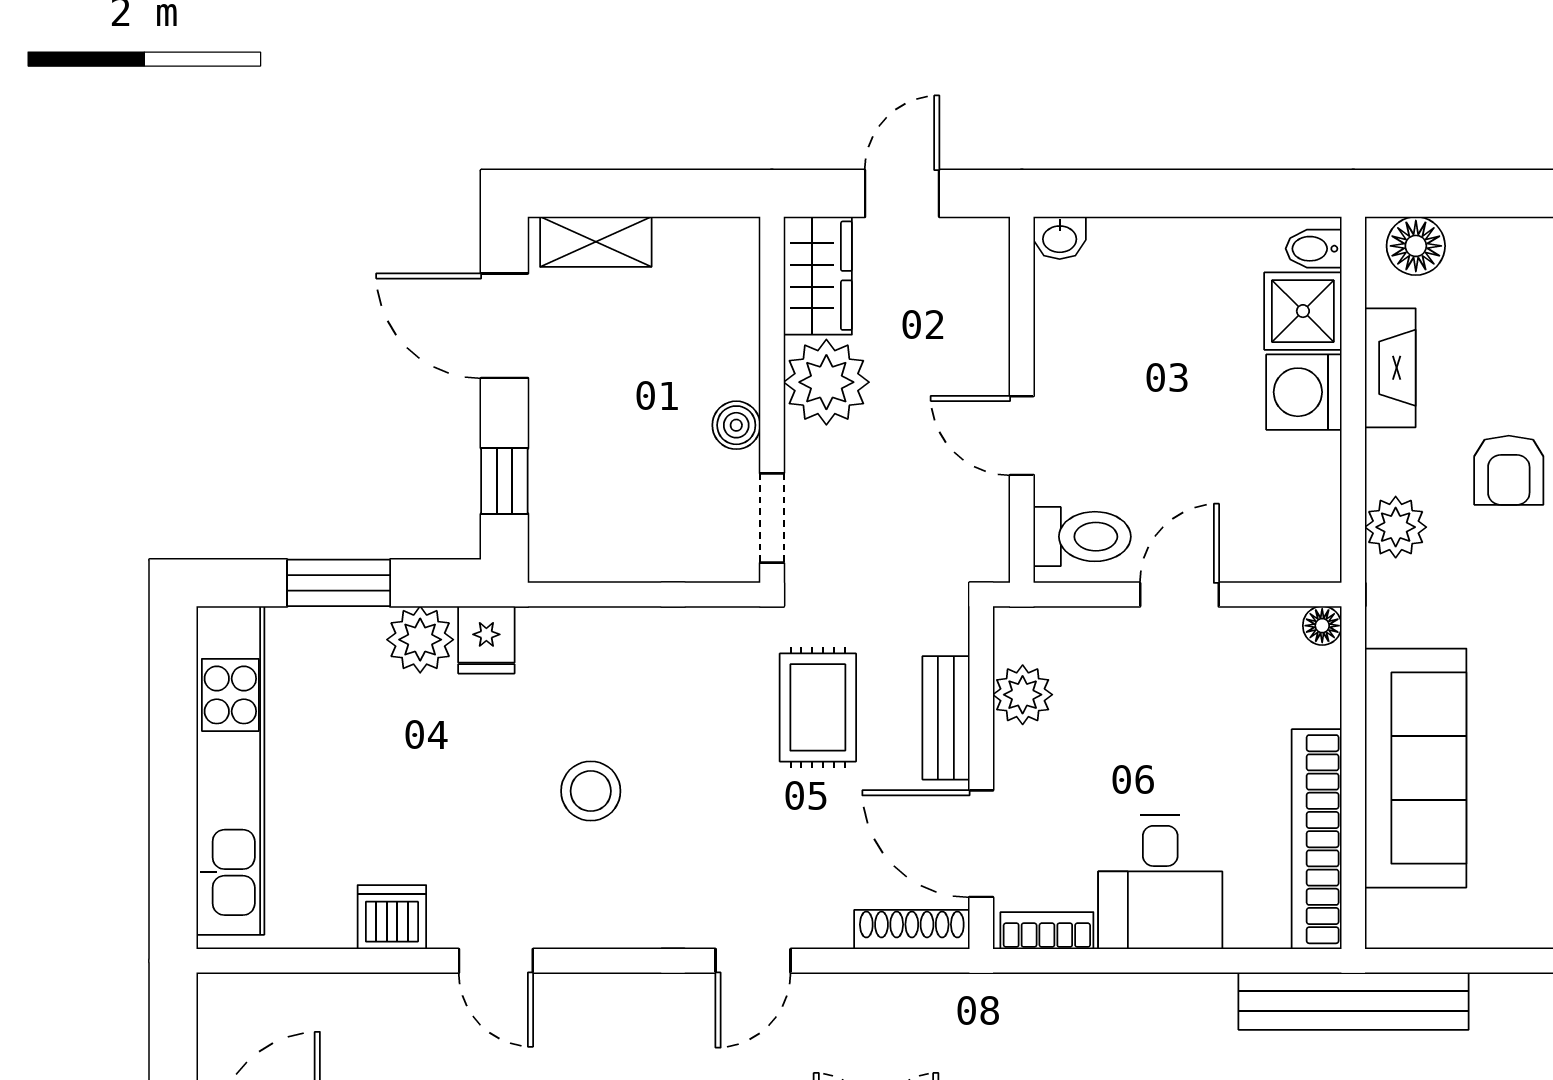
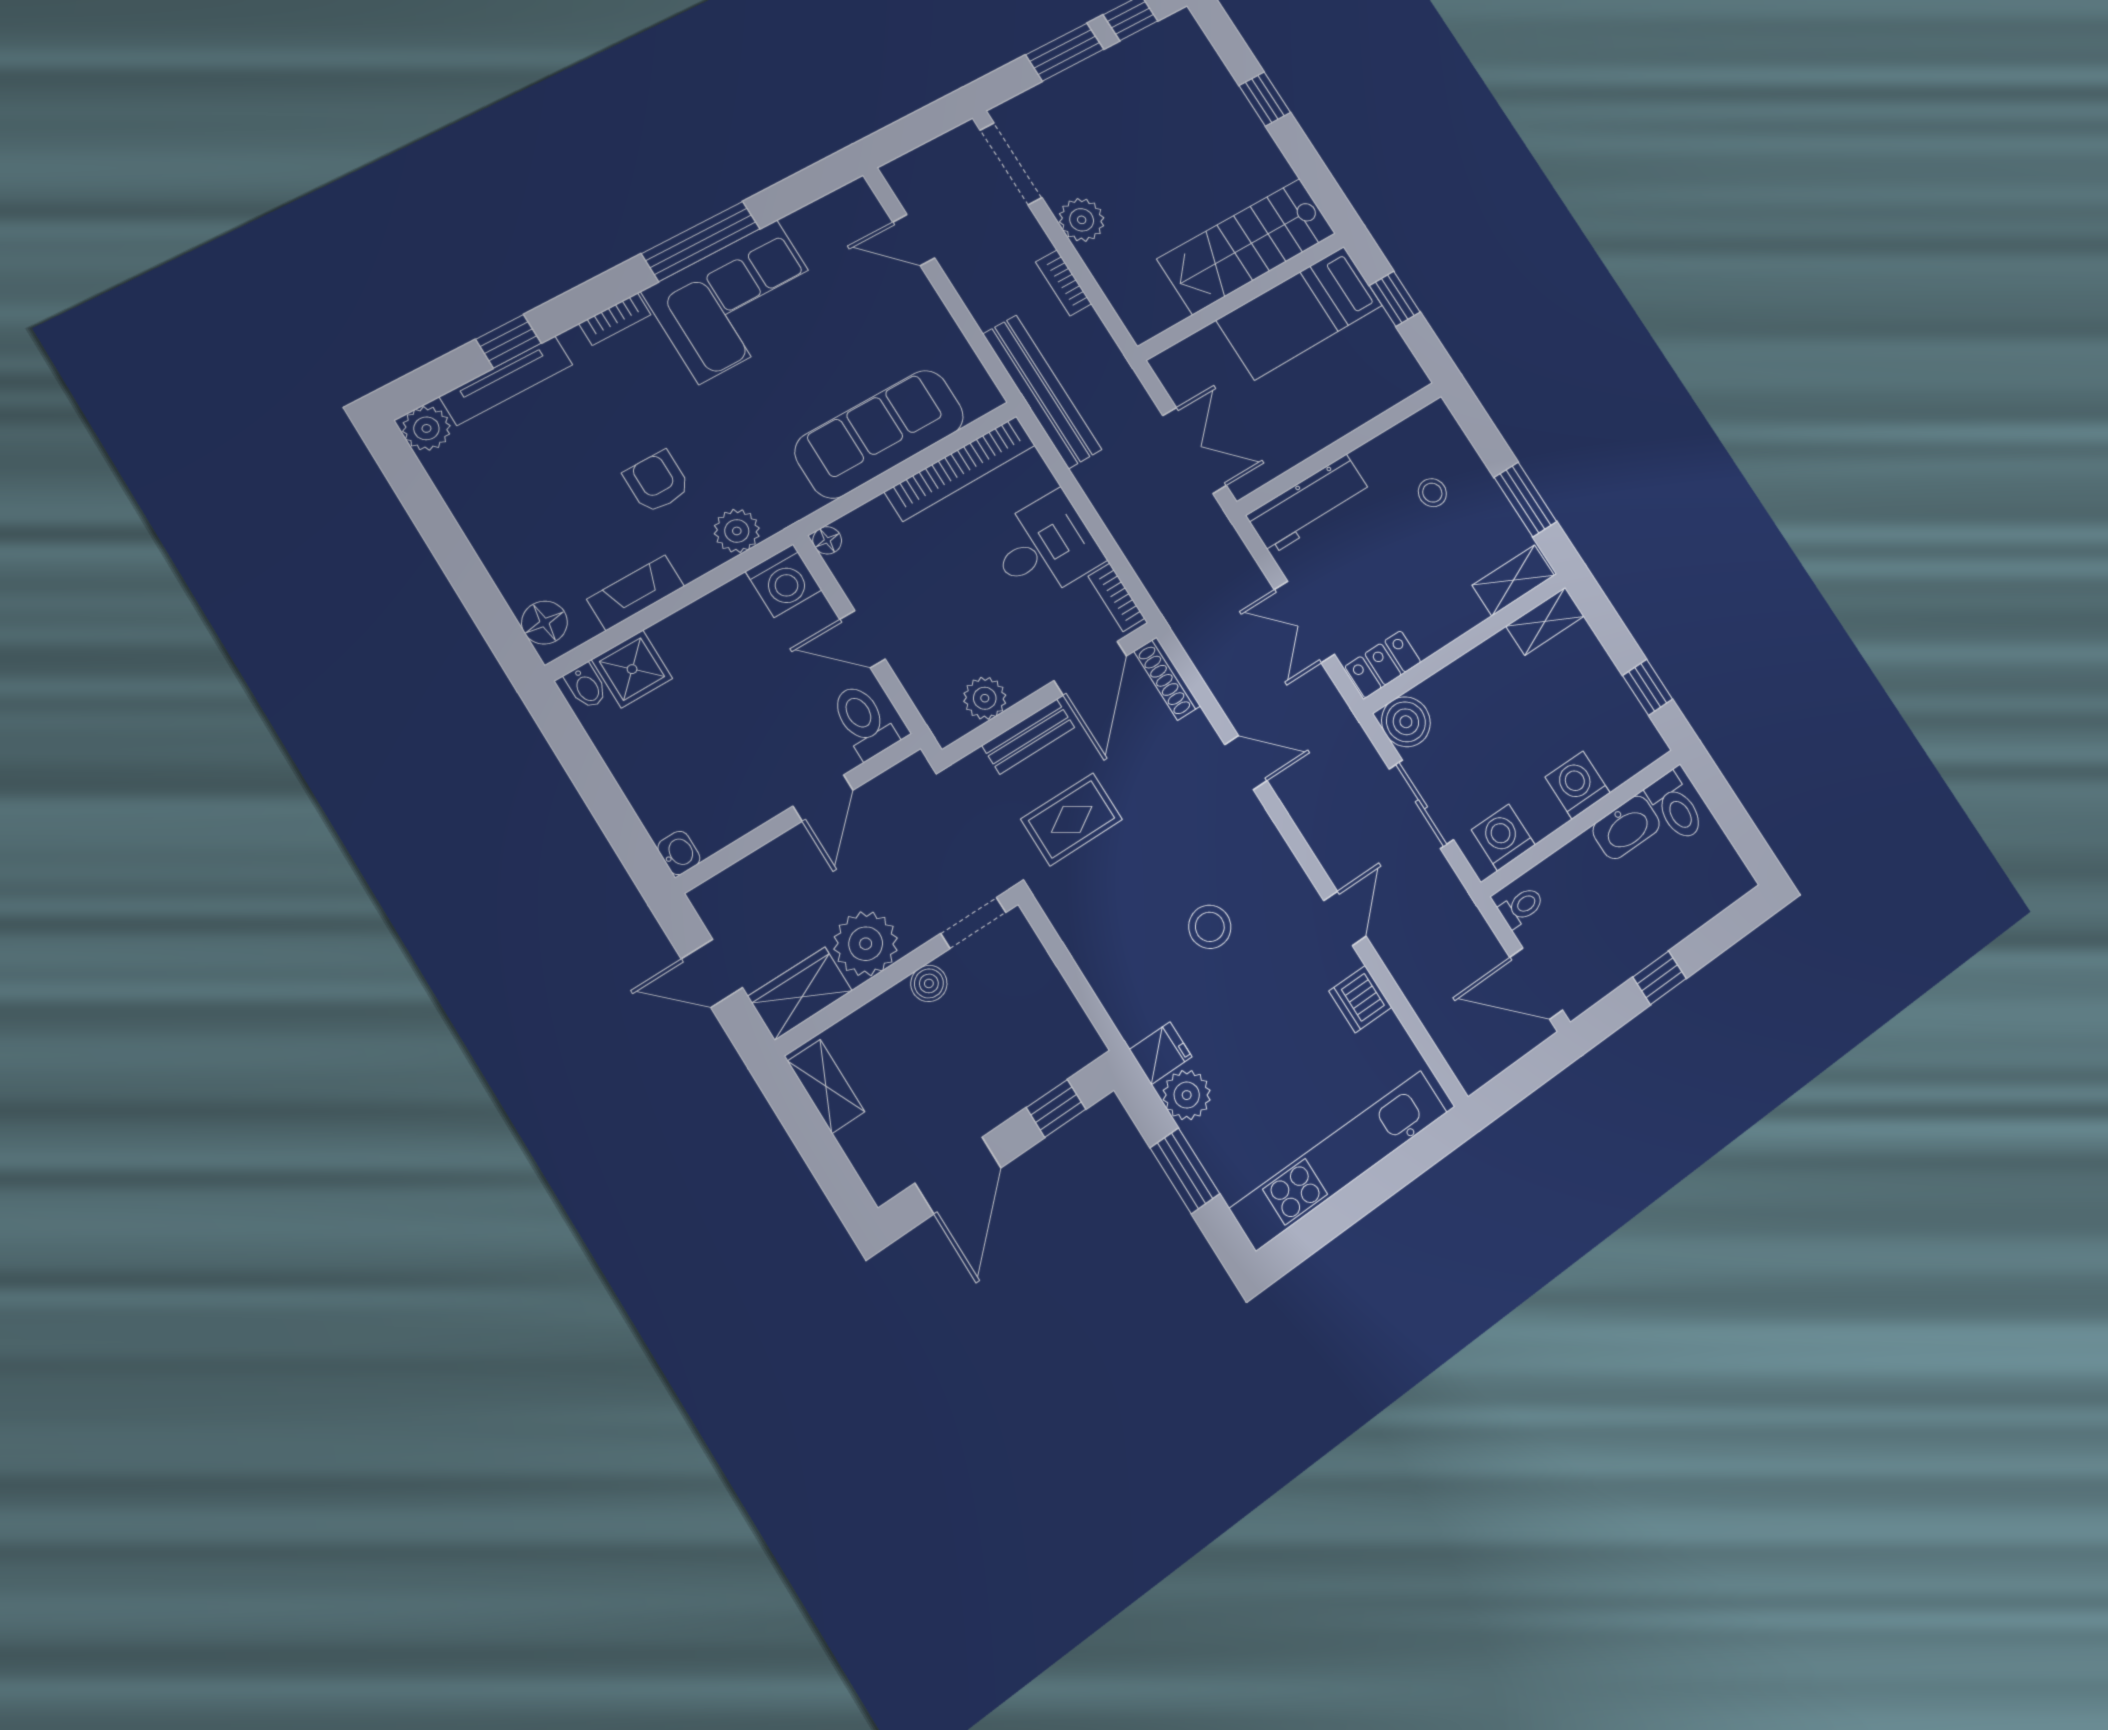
shelving: (596, 242) -> (826, 1086), moved
washing machine: (1304, 392) -> (784, 581), moved
armchair: (1509, 470) -> (657, 482), turned -90

